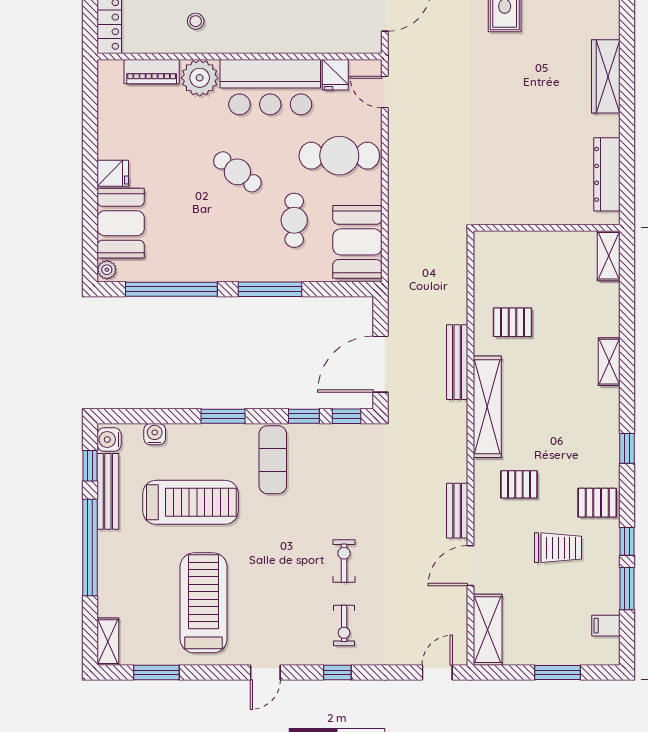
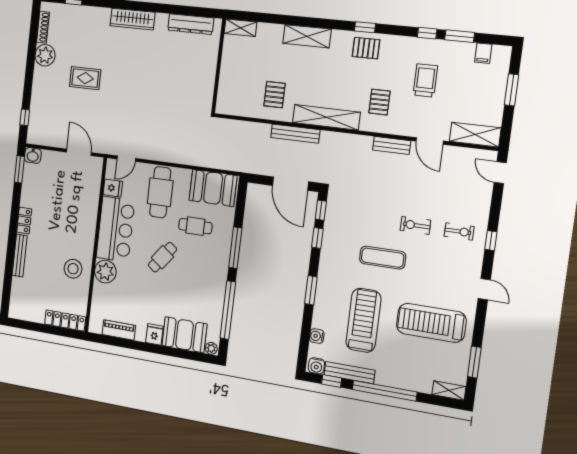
stool: (196, 21) -> (73, 269), width x1.89, depth x1.89
piano: (152, 72) -> (119, 330), moved, turned -90
shelving: (609, 362) -> (307, 36), width x1.50, depth x1.33
exercise mat: (273, 460) -> (383, 258), moved
pallet: (597, 503) -> (366, 48), moved, turned 90

